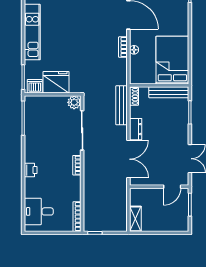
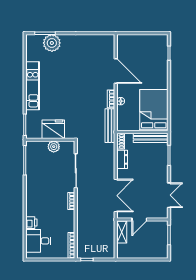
dishwasher: (35, 86) -> (35, 133), removed
plant: (74, 102) -> (54, 147), moved
bench: (122, 105) -> (110, 126), moved
dresser: (136, 129) -> (122, 159), moved
printer: (31, 170) -> (31, 223), moved
door: (172, 187) -> (139, 220), moved
shelving: (135, 219) -> (122, 232), moved

